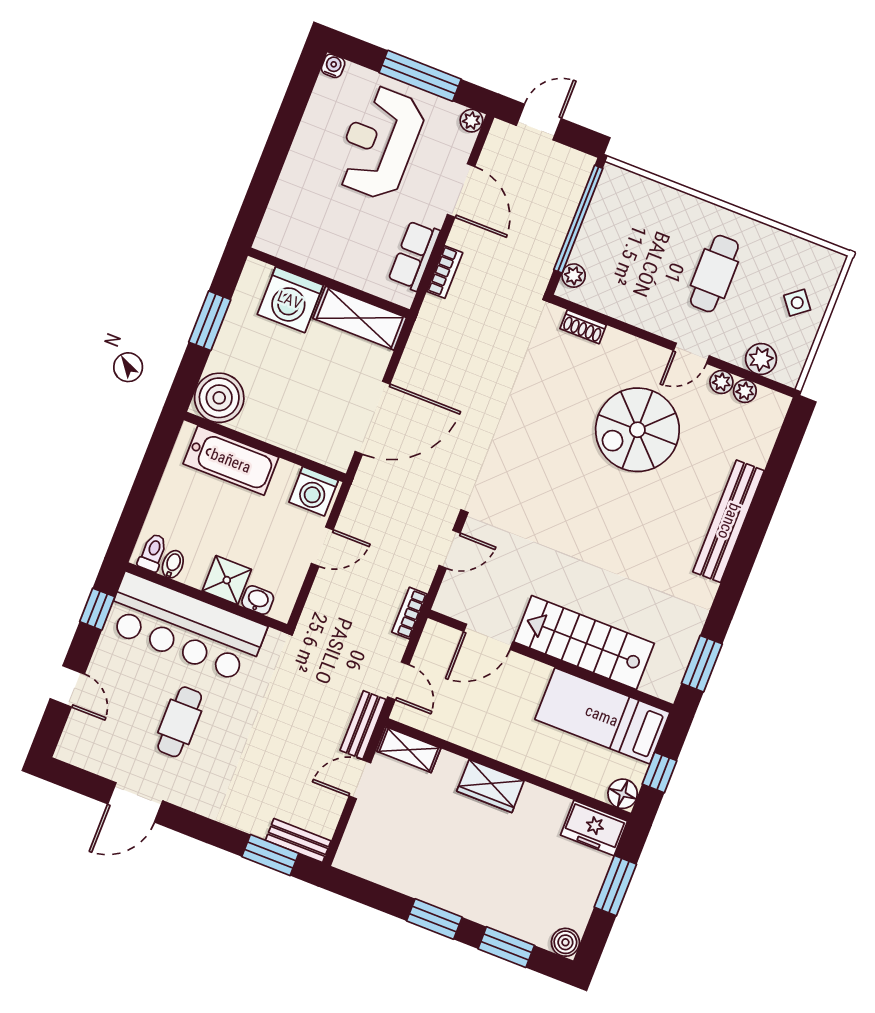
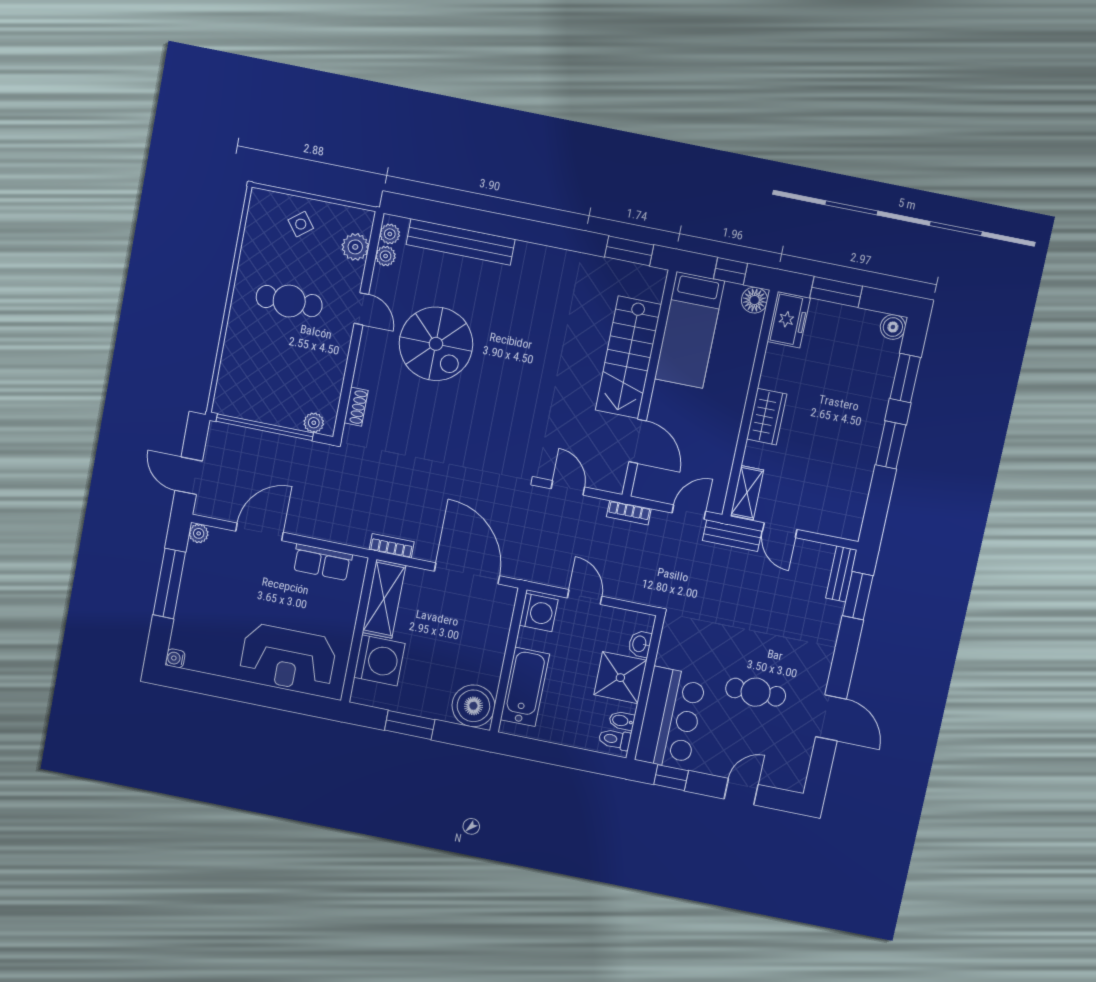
reception desk: (380, 143) -> (288, 658), moved
bookcase: (445, 272) -> (392, 546), moved
plant: (721, 382) -> (390, 234), moved
bench: (729, 521) -> (461, 242), moved
shower: (227, 580) -> (620, 678), width x1.36, depth x1.36
bar counter: (185, 628) -> (670, 718), width x0.73

